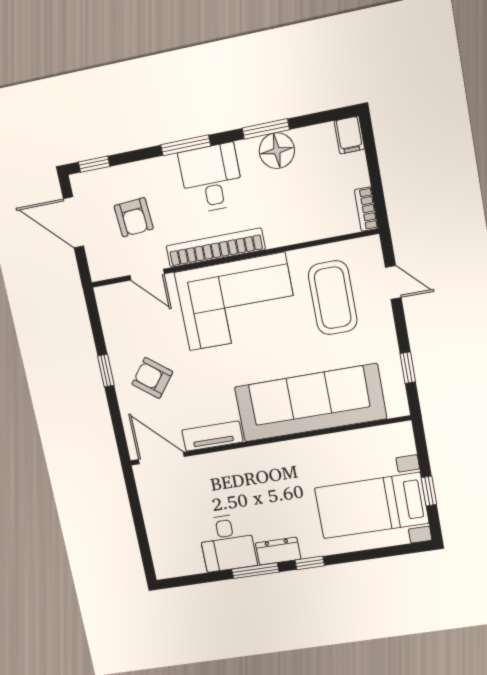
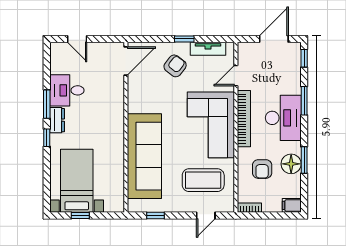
window: (186, 145) -> (304, 101), moved
desk: (211, 178) -> (283, 118), width x1.37
armchair: (134, 217) -> (262, 169), moved, turned -86
tv unit: (212, 436) -> (208, 49), moved, turned 90
door: (143, 539) -> (77, 39), added

